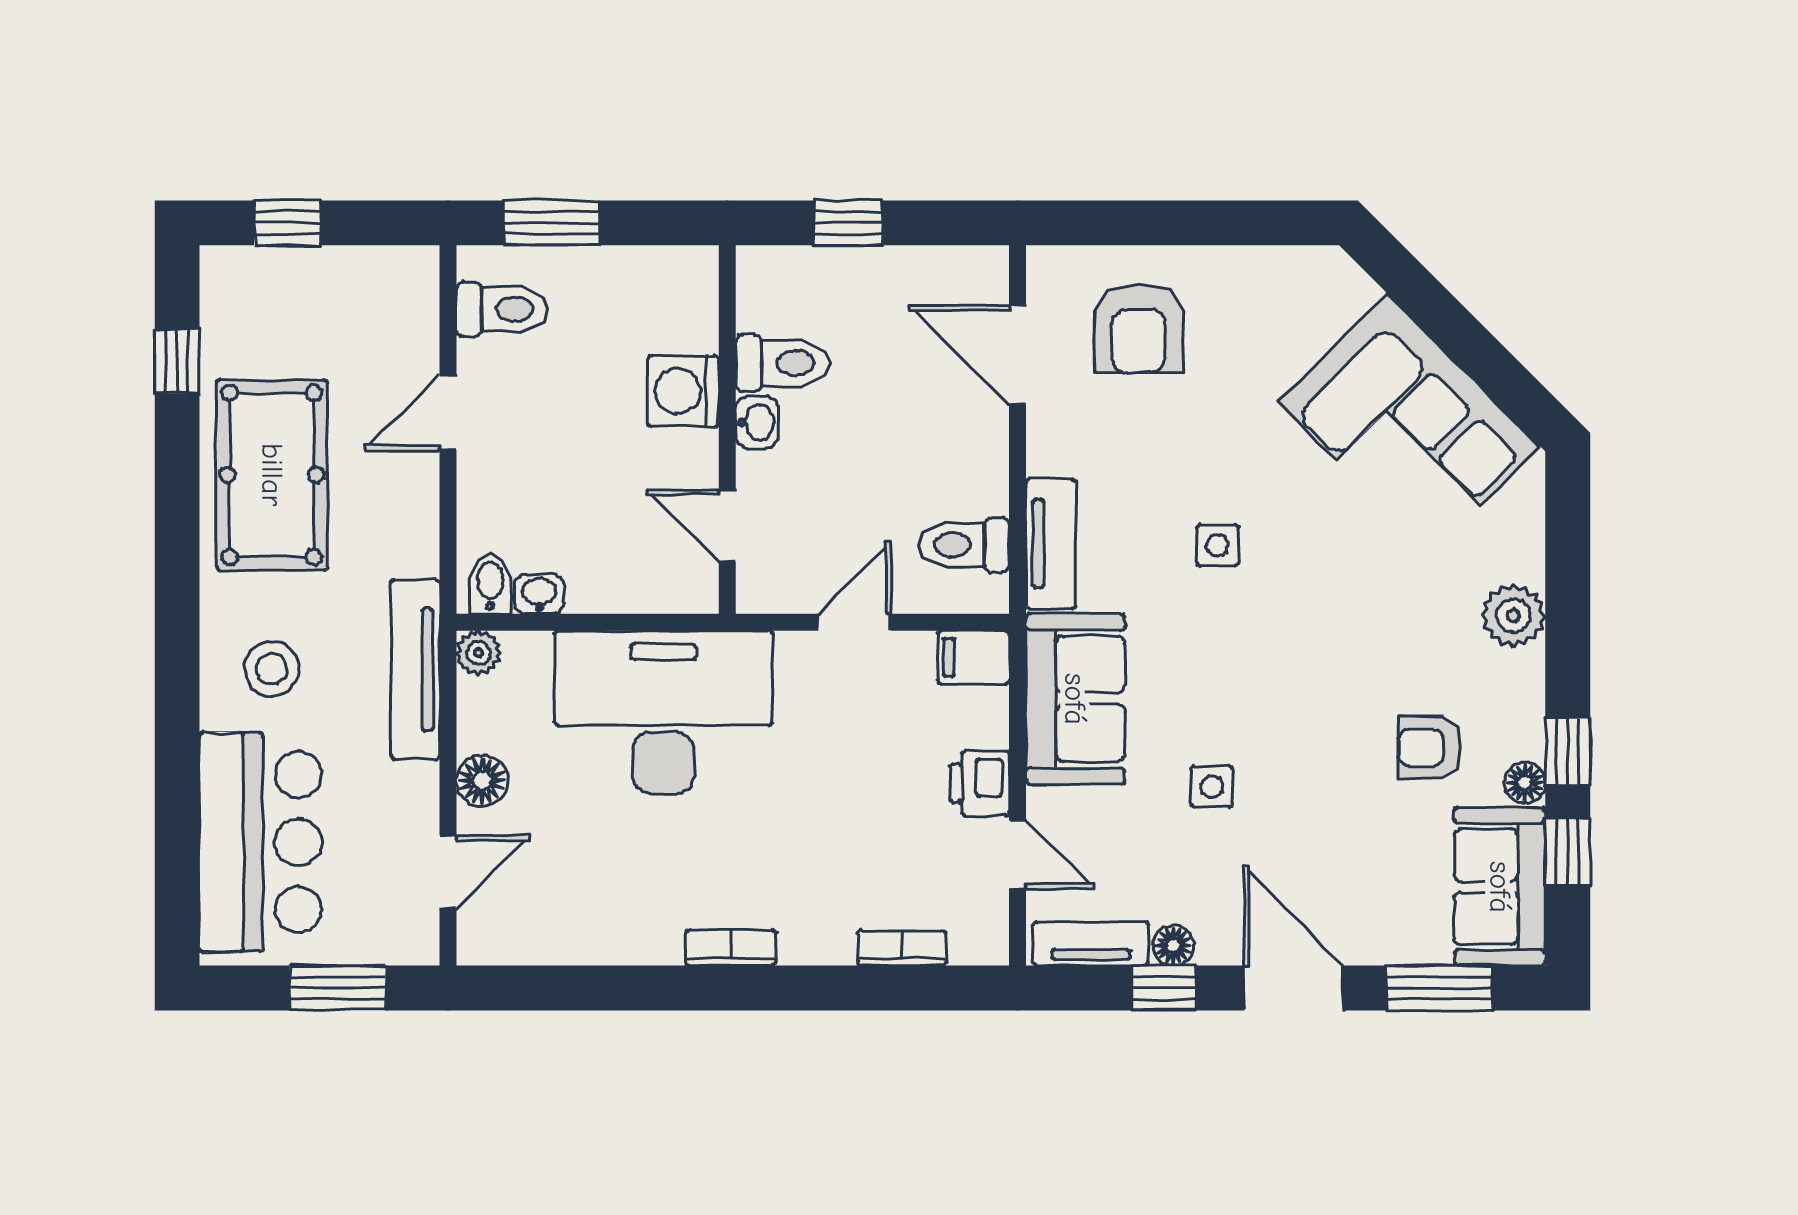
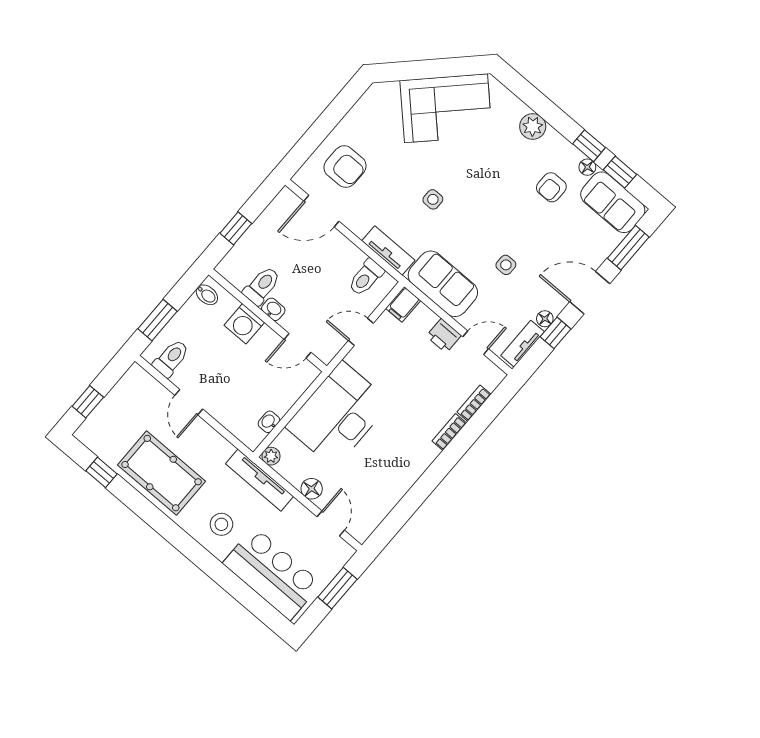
bidet: (490, 584) -> (207, 295), moved, turned 180
door: (855, 622) -> (361, 332), hinge flipped
bookcase: (731, 948) -> (449, 432), moved

